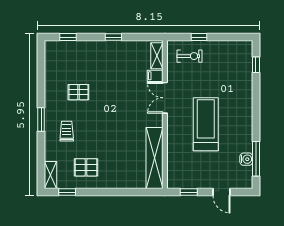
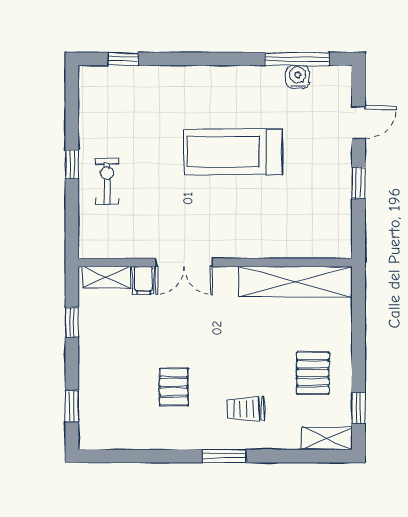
shelving: (157, 56) -> (107, 277), moved
filing cabinet: (155, 76) -> (144, 280), moved
double door: (165, 98) -> (184, 263), moved
wall: (165, 115) -> (215, 263), moved
shelving: (154, 158) -> (296, 282), moved

